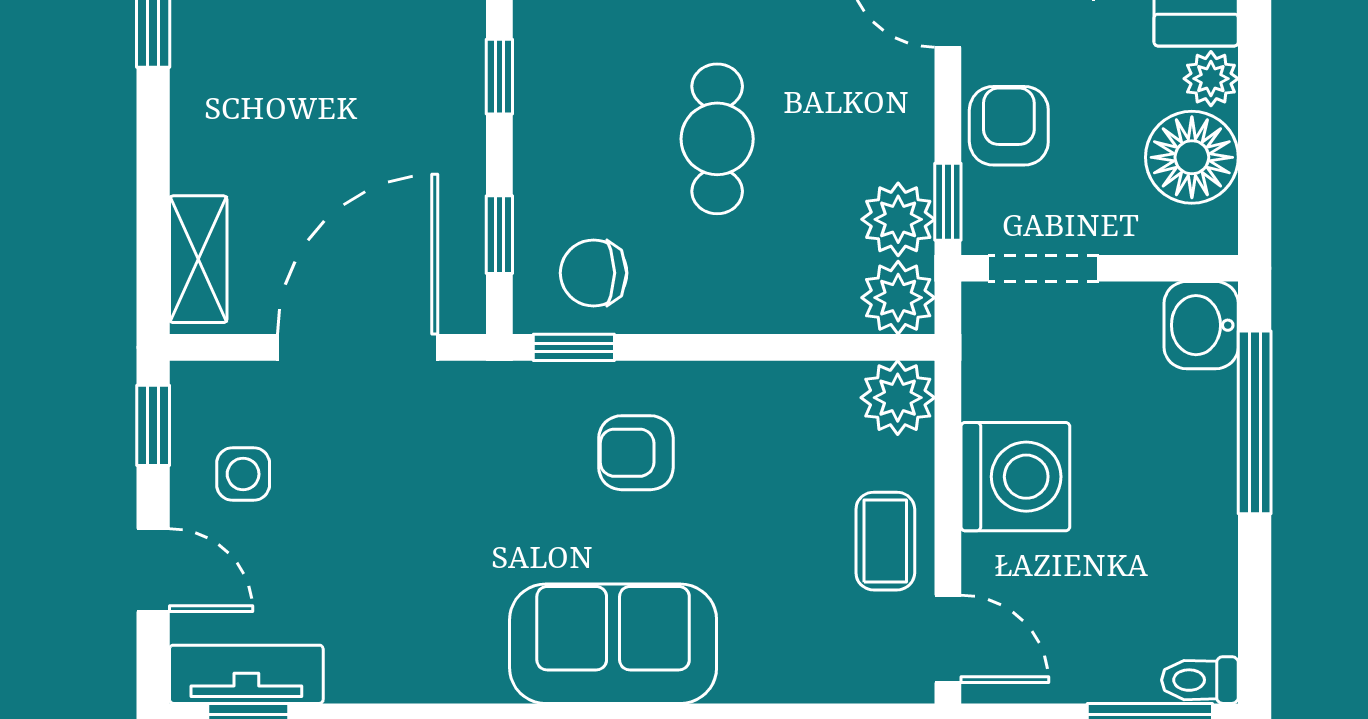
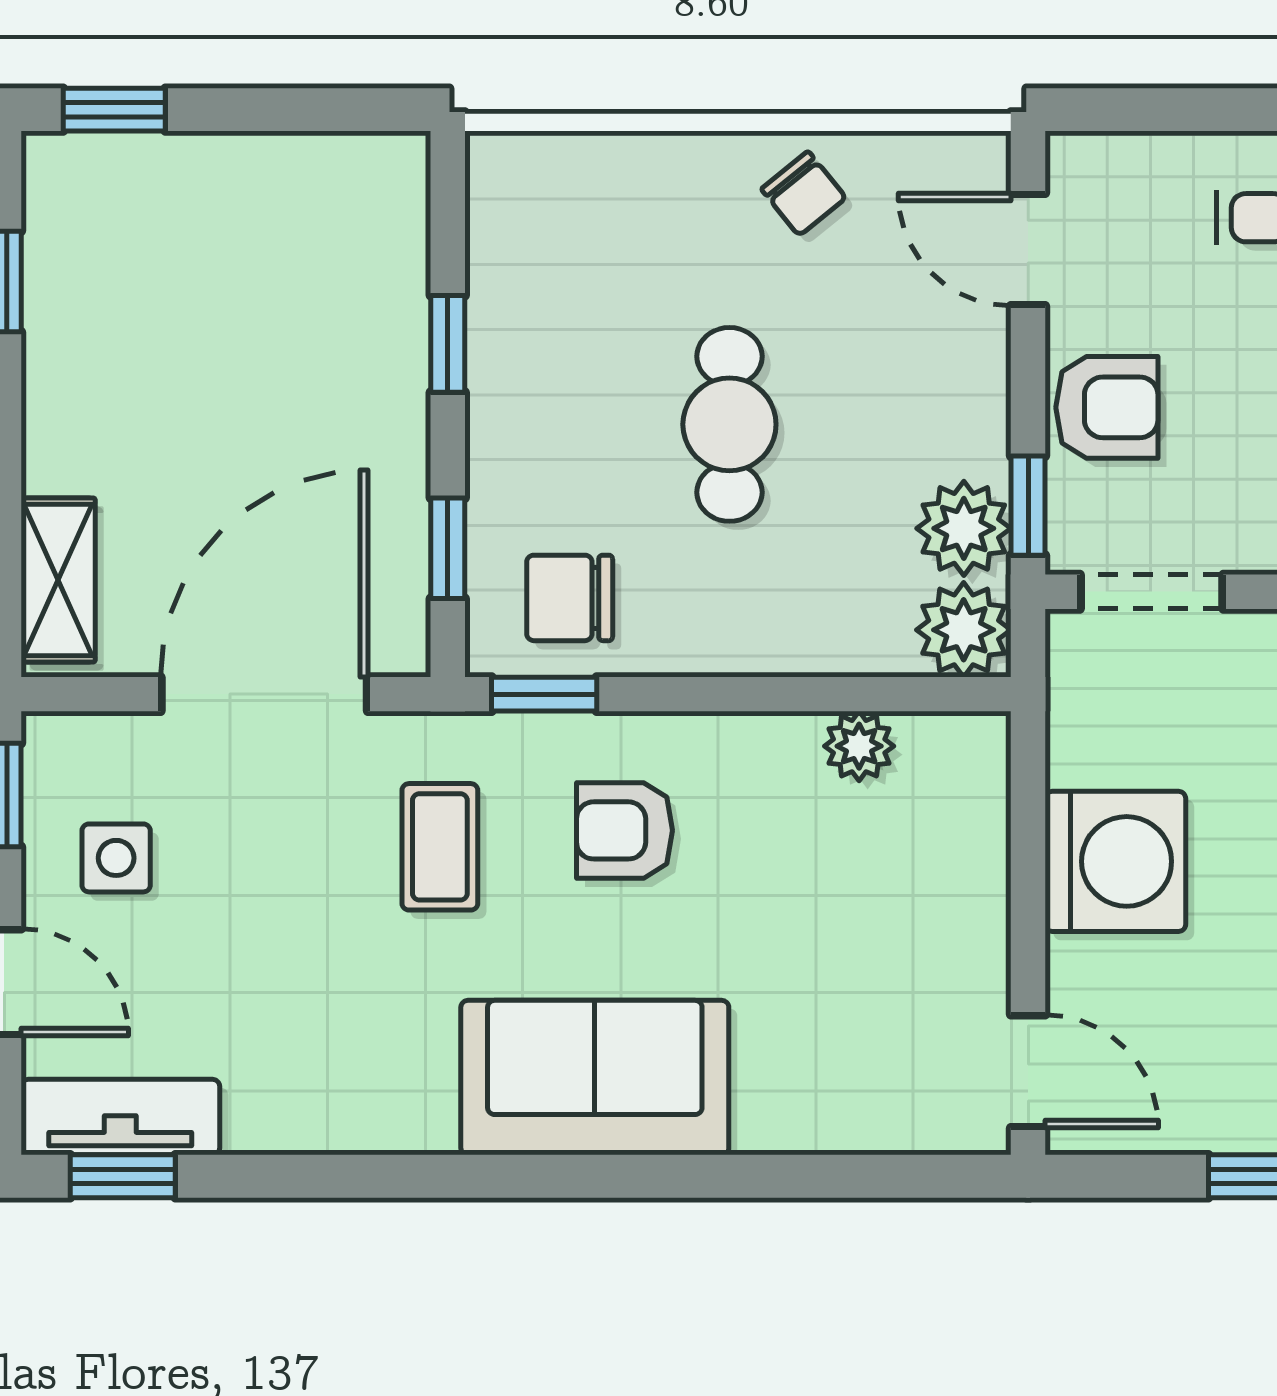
armchair: (1009, 126) -> (1107, 407), turned 90
plant: (898, 398) -> (859, 746), moved, width x0.73, depth x0.73
coffee table: (885, 541) -> (440, 847), moved

